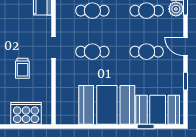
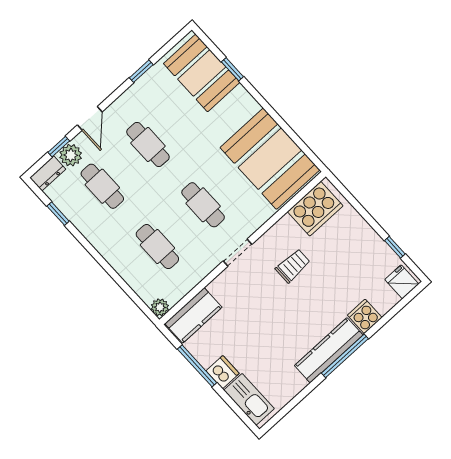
door: (185, 46) -> (90, 118), moved
booth: (107, 105) -> (270, 159), moved
cooker: (26, 113) -> (315, 209), moved, turned -90

